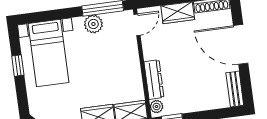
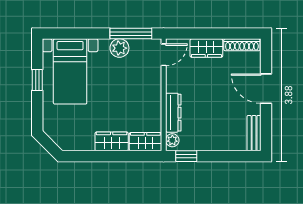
door: (241, 44) -> (266, 89), width x0.73

